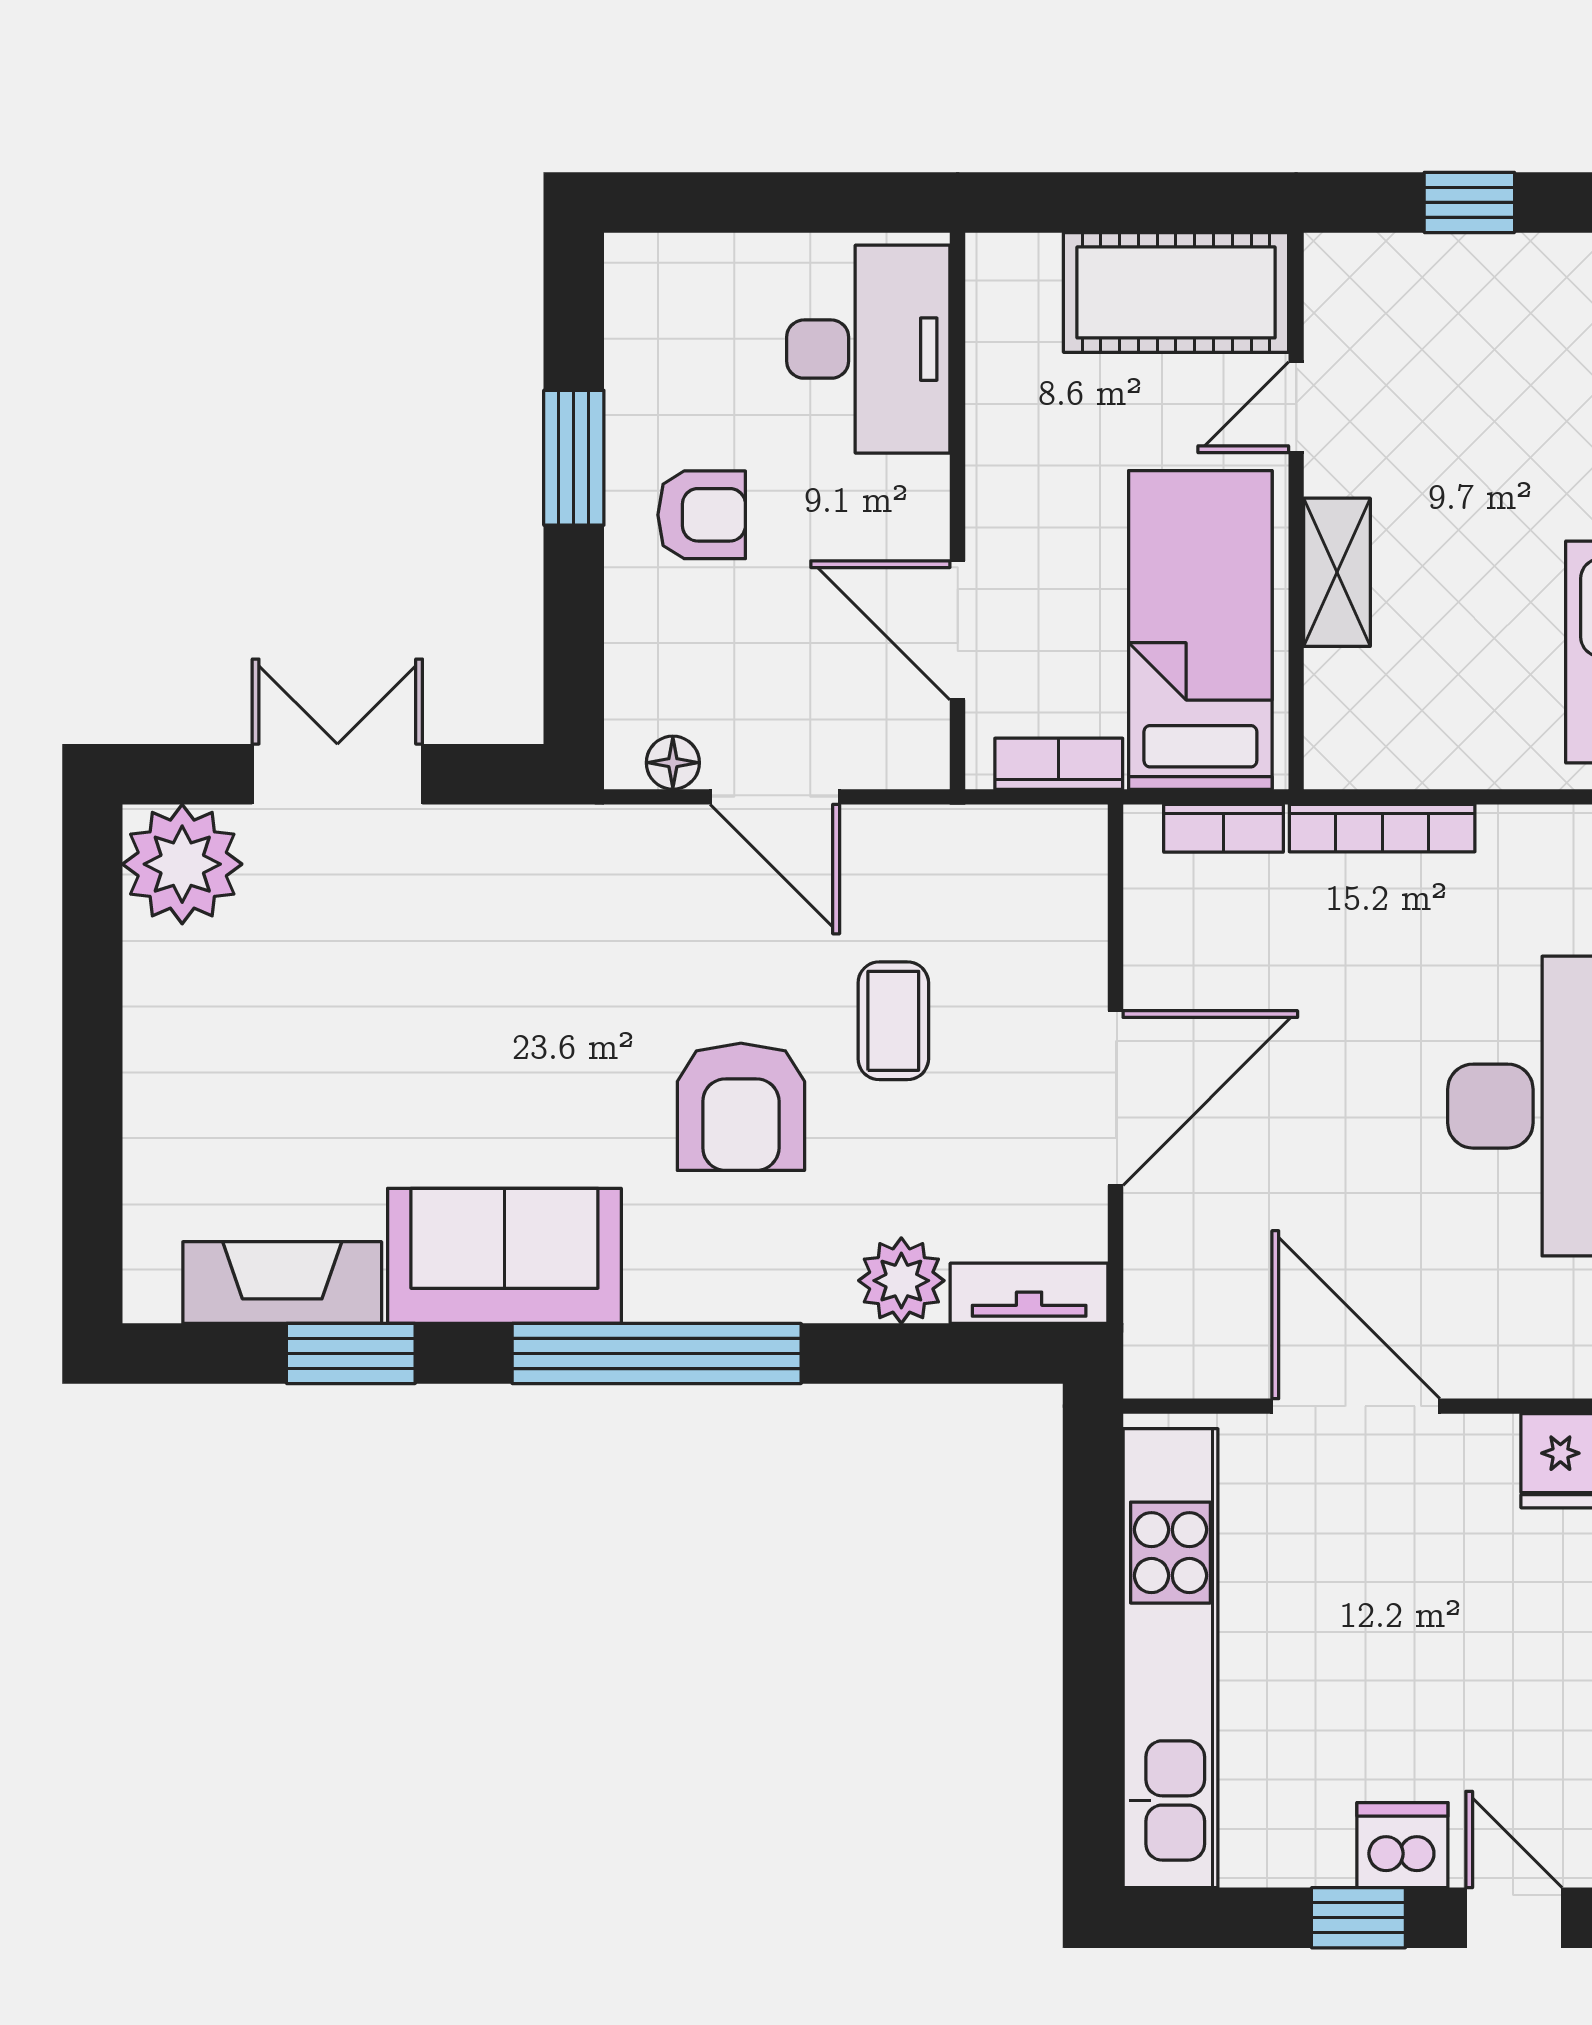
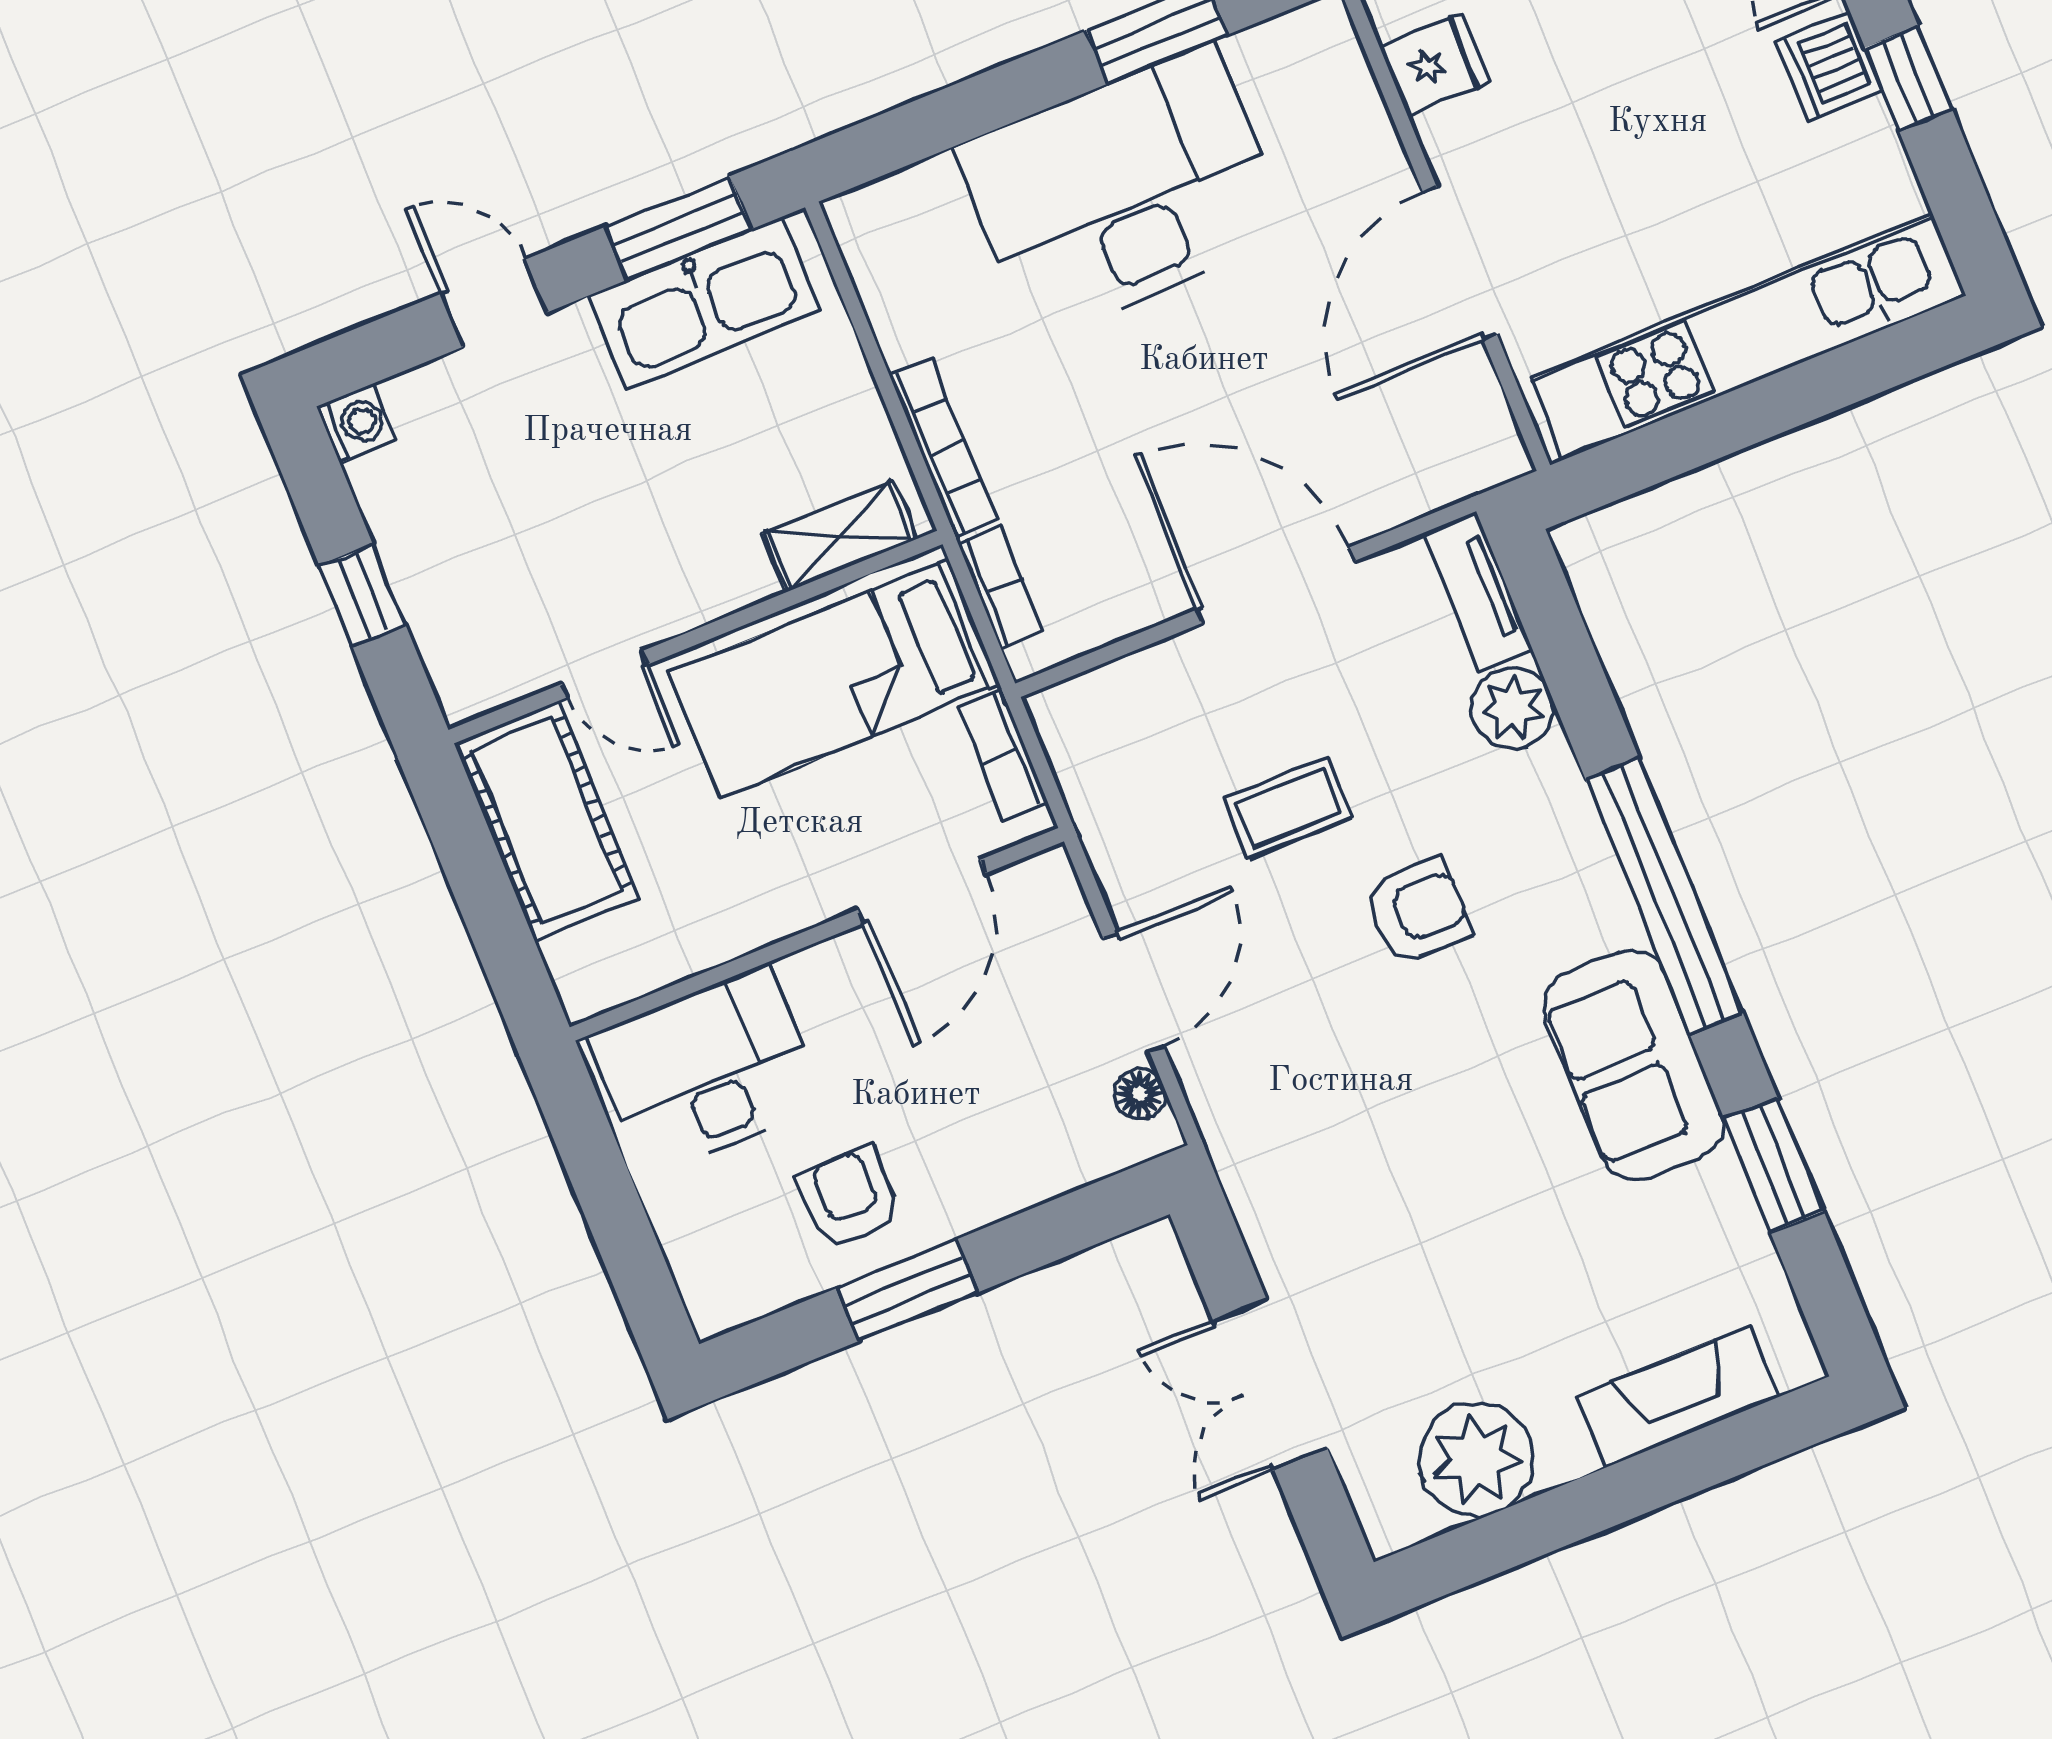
armchair: (702, 515) -> (849, 1198), moved
shelving: (1337, 572) -> (840, 536), moved
plant: (182, 864) -> (1476, 1459), moved
armchair: (741, 1107) -> (1418, 911), width x0.72, depth x0.72
fireplace: (282, 1283) -> (1677, 1397), moved, turned 90

